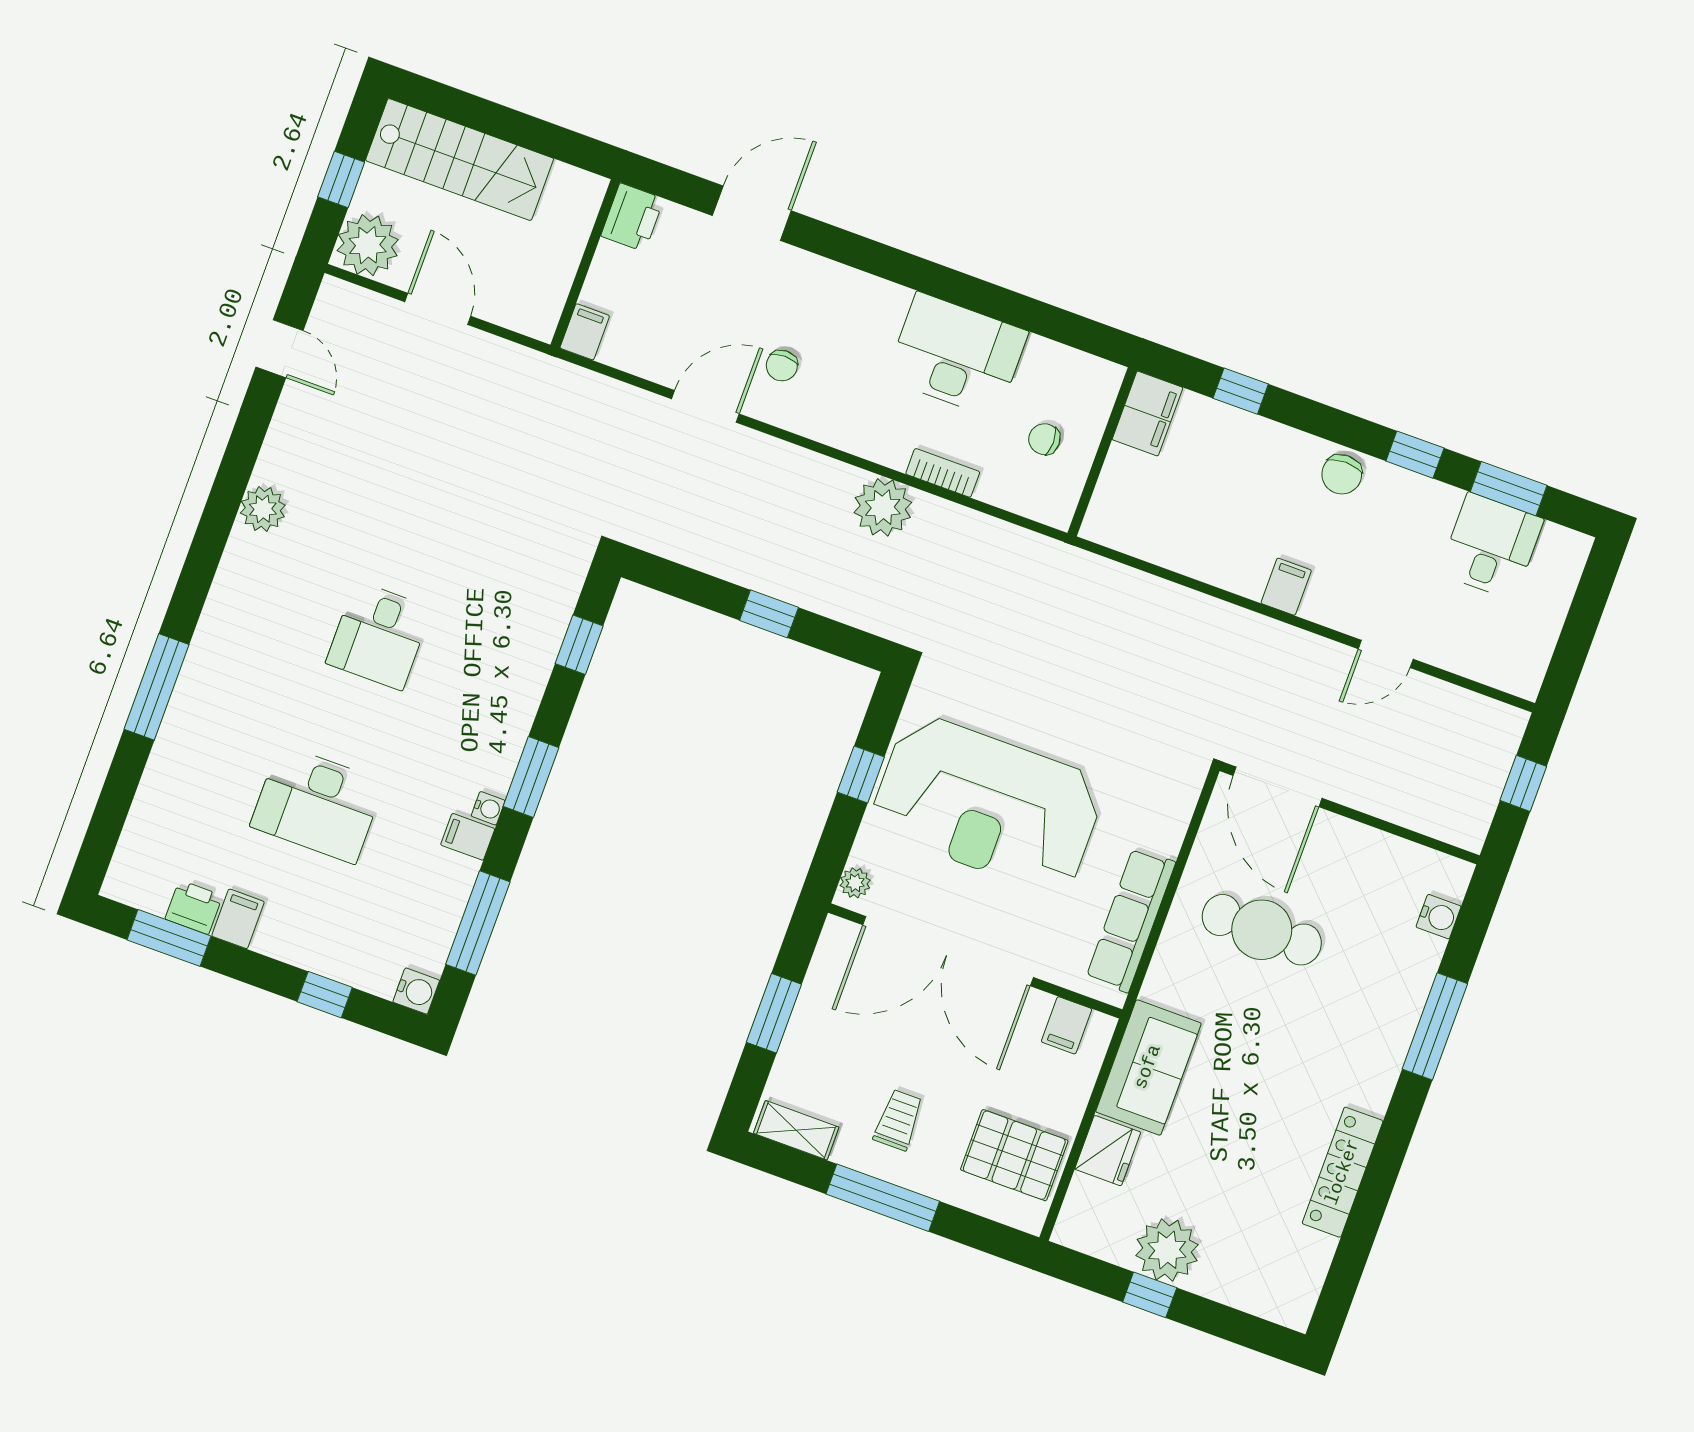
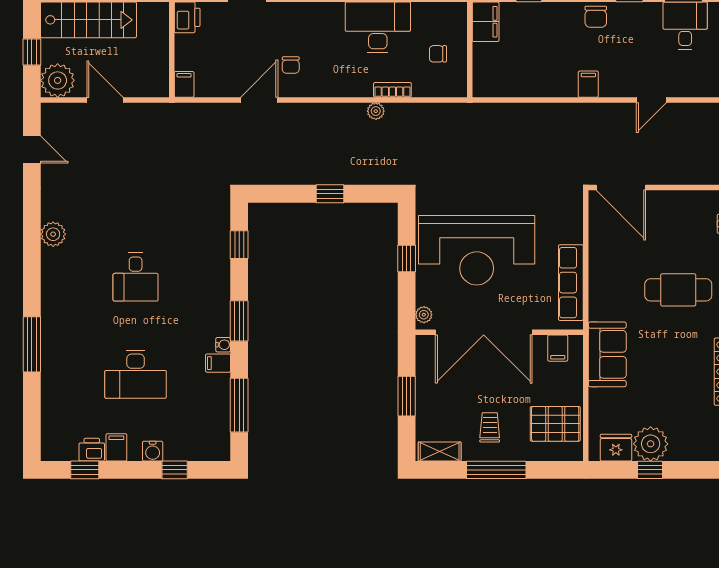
plant: (883, 507) -> (376, 111), width x0.53, depth x0.53
cafe table: (1262, 930) -> (678, 290), moved
window: (169, 938) -> (85, 470), width x0.67
water cooler: (416, 991) -> (153, 451), moved, turned 90
fridge: (1108, 1151) -> (616, 448), moved, turned -90

